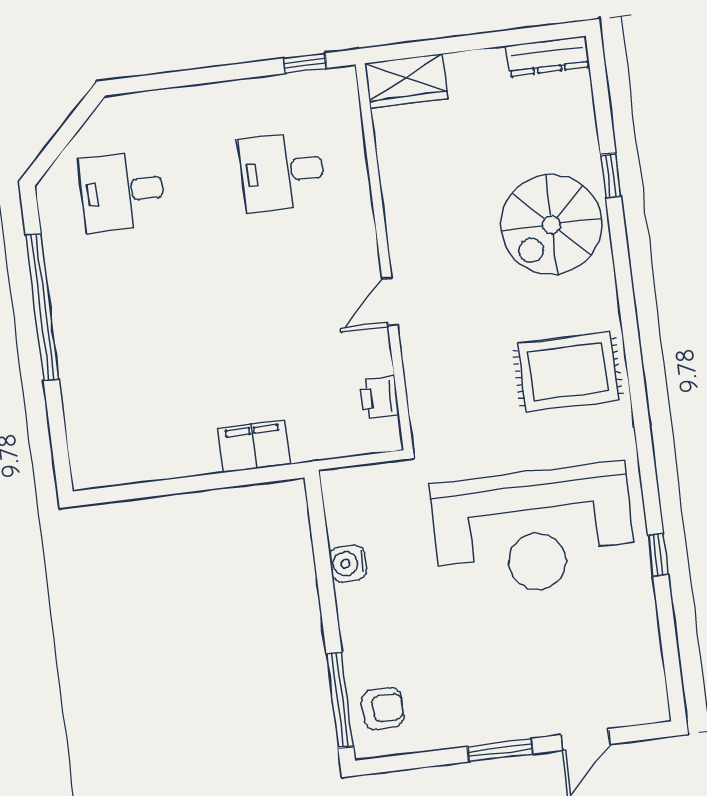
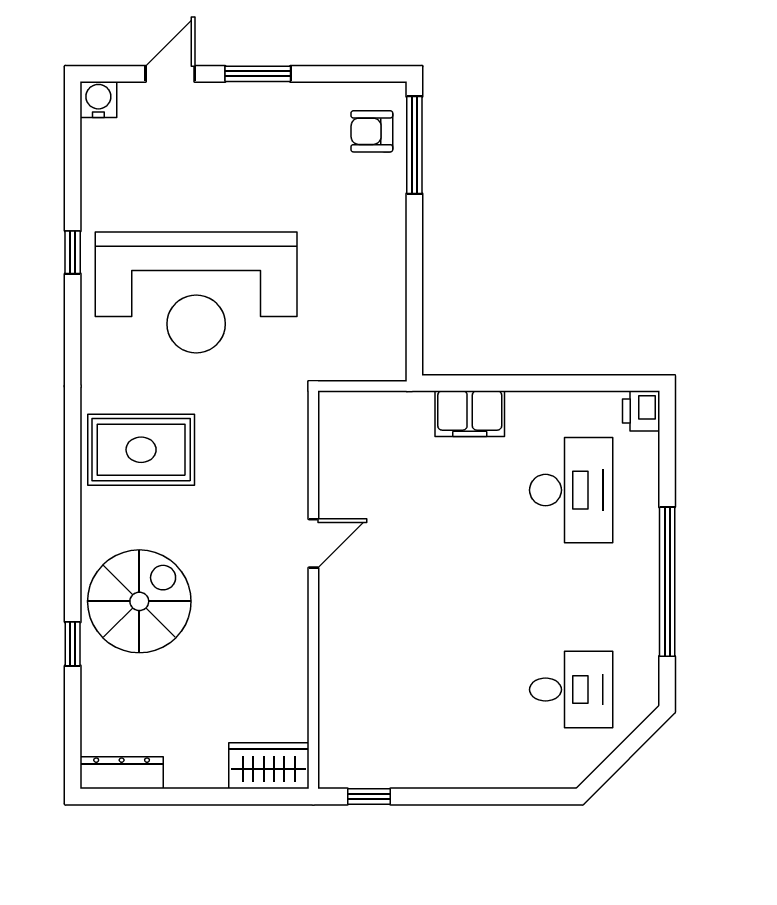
desk: (282, 171) -> (571, 490), moved, width x1.37
printer: (379, 397) -> (641, 411), moved, turned 180
reception desk: (534, 531) -> (196, 292), turned 180
water cooler: (348, 563) -> (98, 100), moved, turned -90

